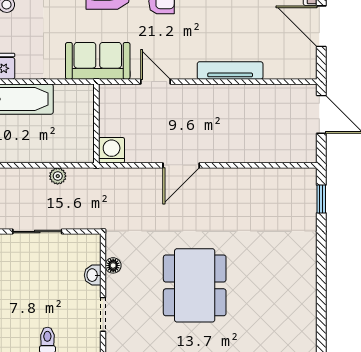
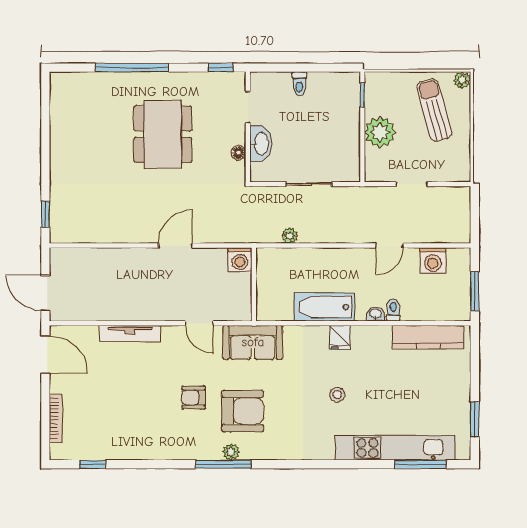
door: (321, 26) -> (45, 355), moved
washbasin: (93, 275) -> (261, 144), width x1.91, depth x1.45

